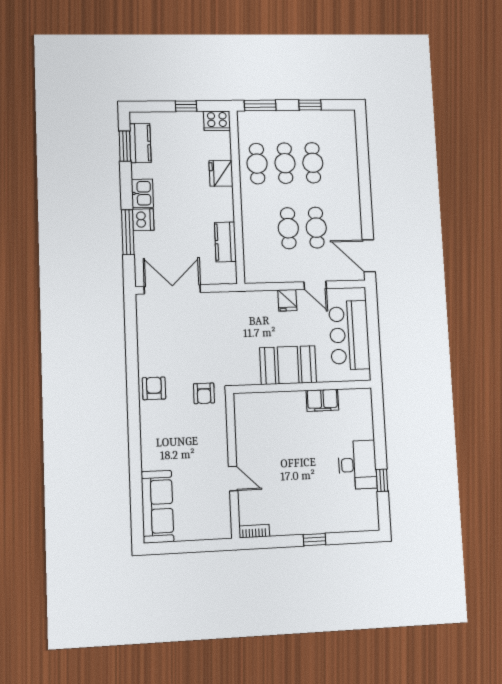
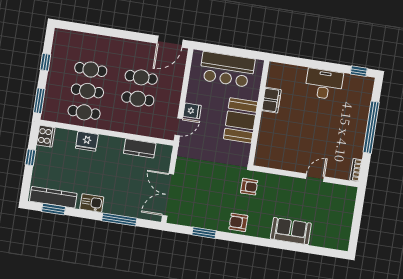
kitchen counter: (140, 143) -> (53, 197), width x1.50
dishwasher: (143, 220) -> (112, 206), removed
door: (315, 285) -> (179, 127), moved
window: (131, 346) -> (204, 233), added
window: (382, 480) -> (359, 71), moved
sofa: (157, 507) -> (291, 231), moved, width x0.73
window: (314, 540) -> (371, 127), width x3.17

